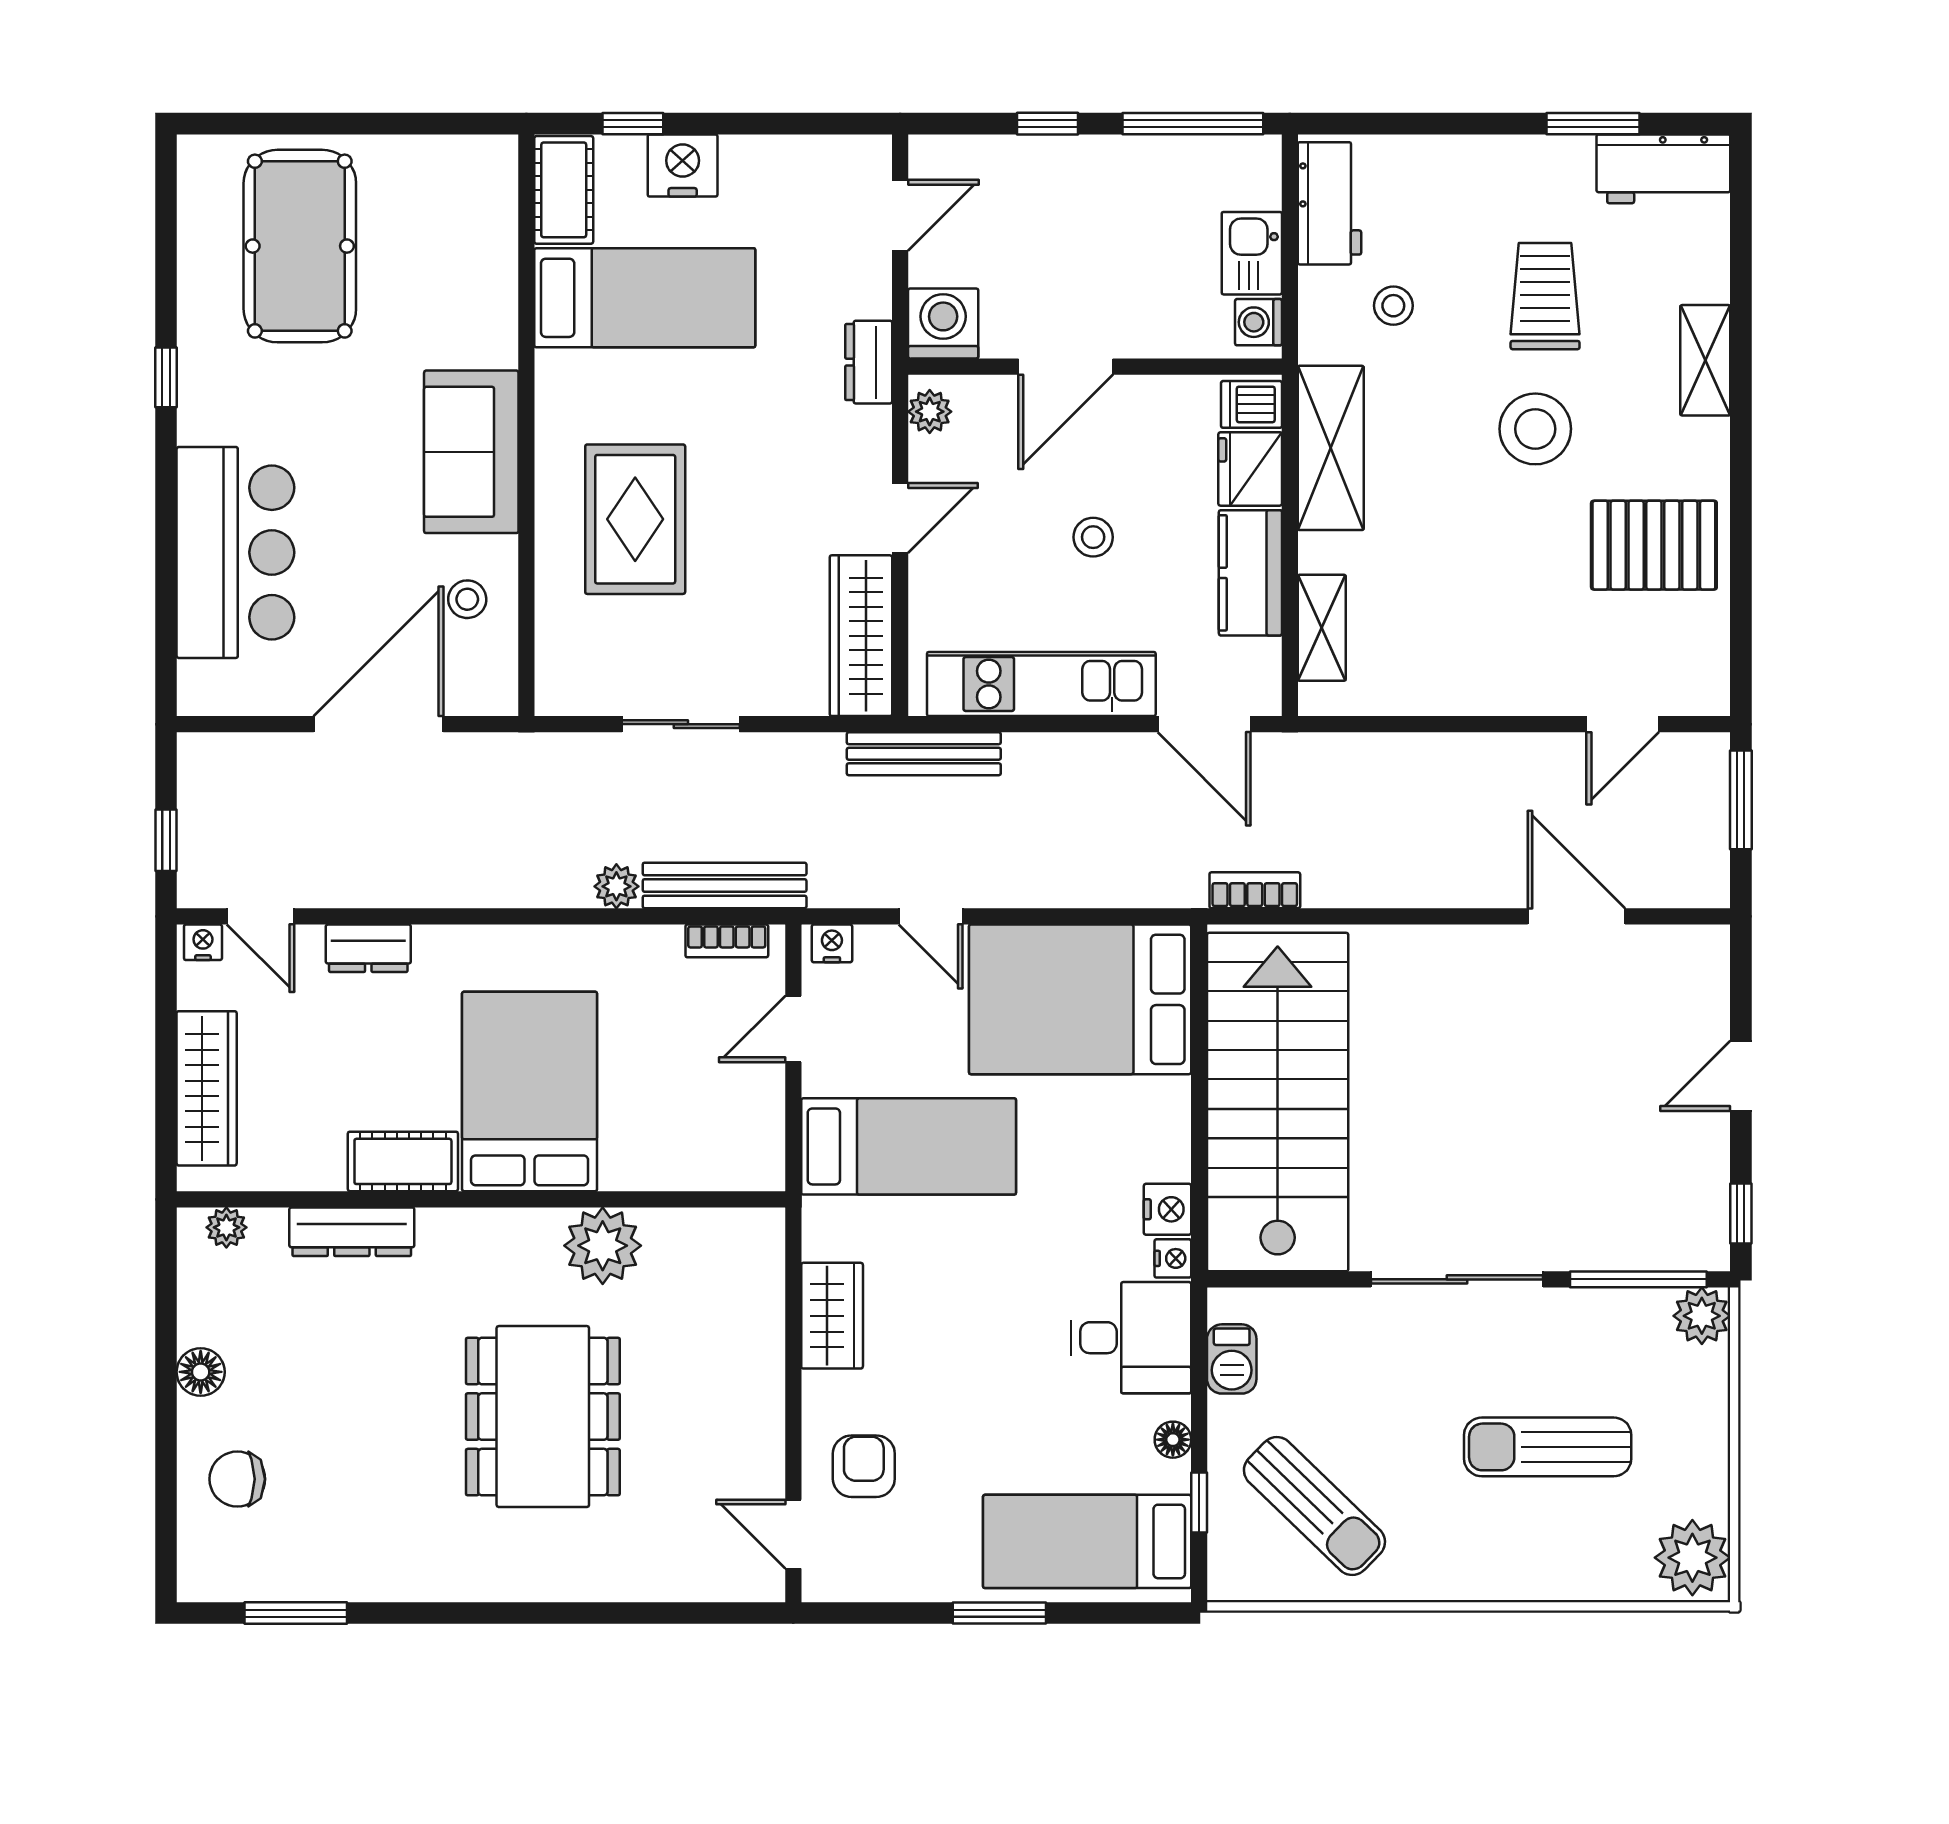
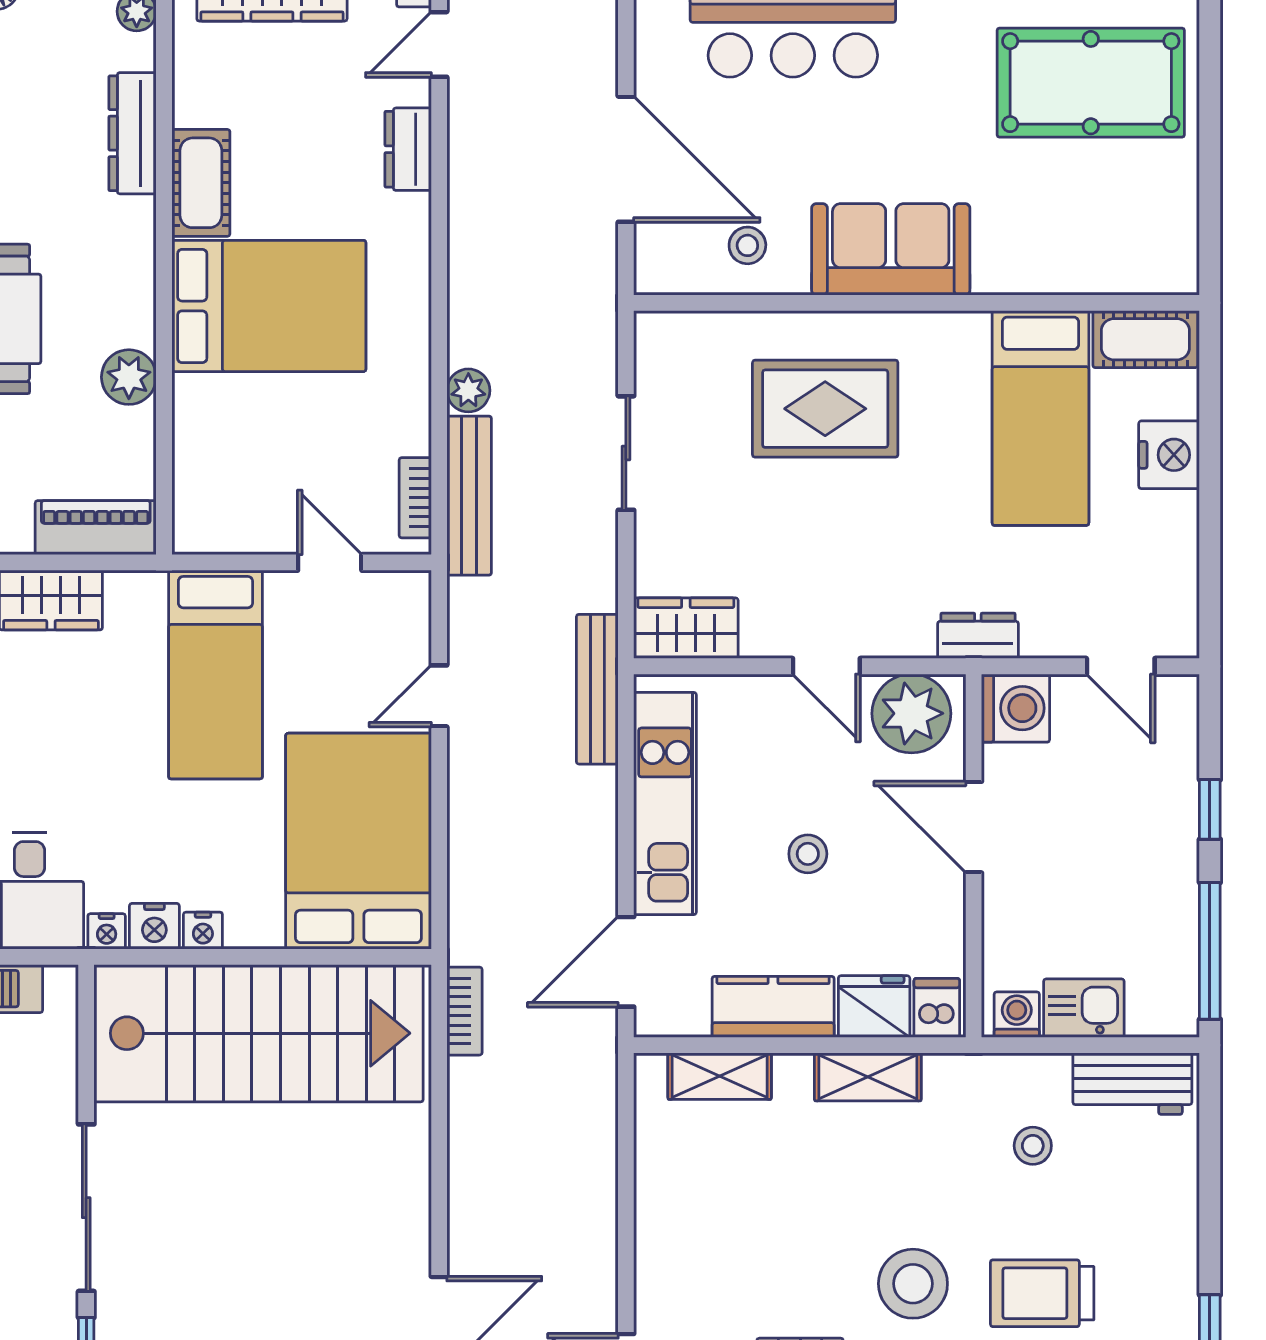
window: (633, 124) -> (1210, 406), removed
trolley: (1545, 296) -> (1042, 1293), turned 180
plant: (930, 412) -> (911, 713), width x1.88, depth x1.88
shelving: (1331, 448) -> (868, 1077), width x0.67, depth x0.75
wardrobe: (861, 636) -> (686, 628), width x0.67
nightstand: (832, 943) -> (203, 931), moved, turned 90
plant: (603, 1246) -> (129, 377), width x0.73, depth x0.73
piano: (757, 1270) -> (96, 528), added

